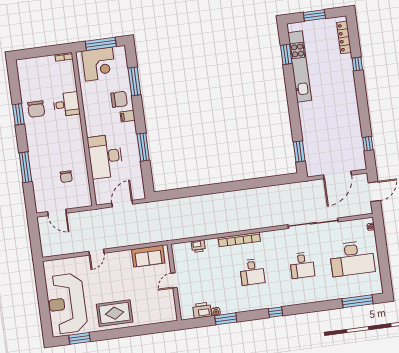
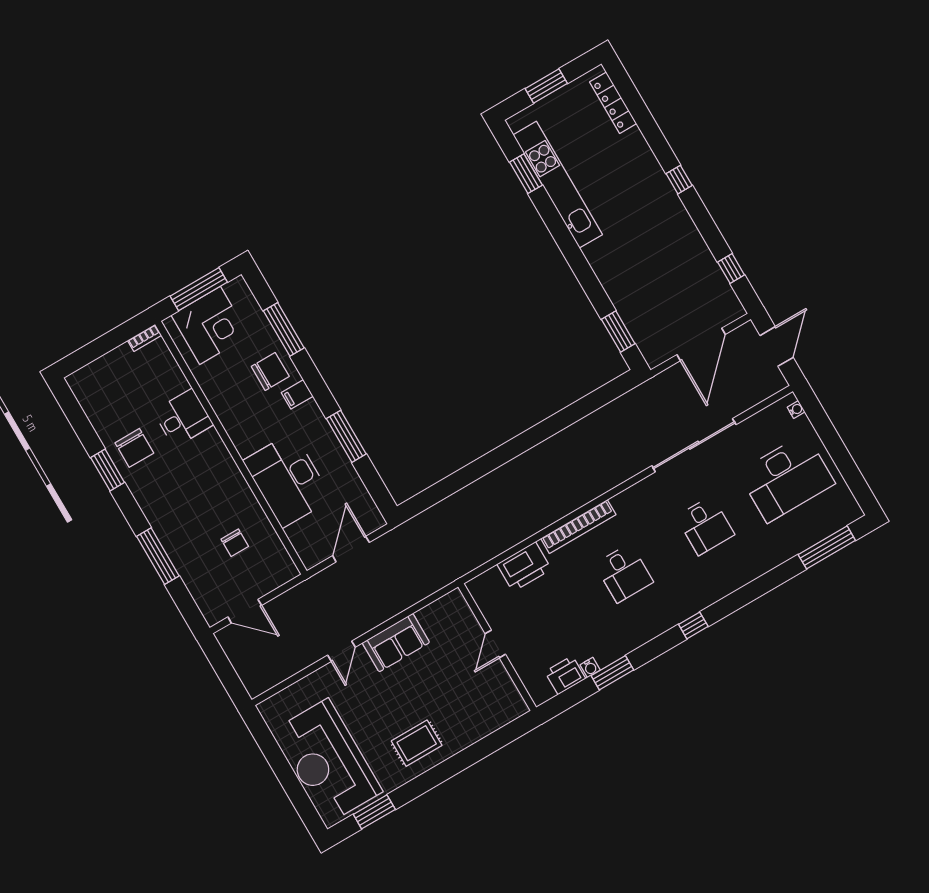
window: (357, 64) -> (679, 180), moved
printer: (198, 246) -> (524, 567), width x1.87, depth x1.48
sofa: (148, 256) -> (396, 643), moved
rug: (115, 313) -> (417, 743), width x0.73, depth x0.70

